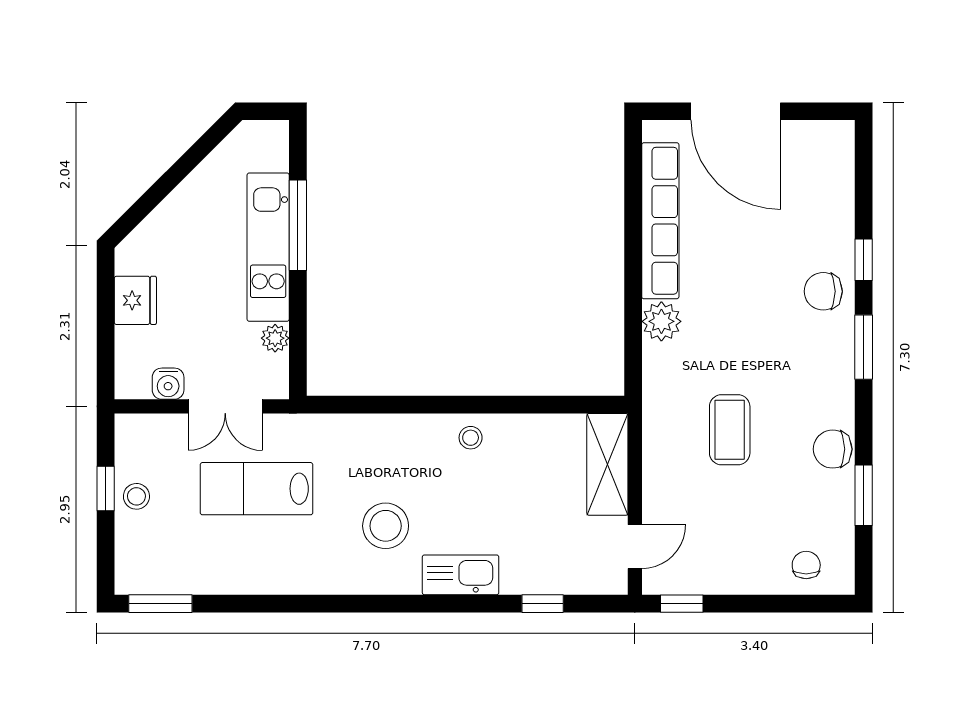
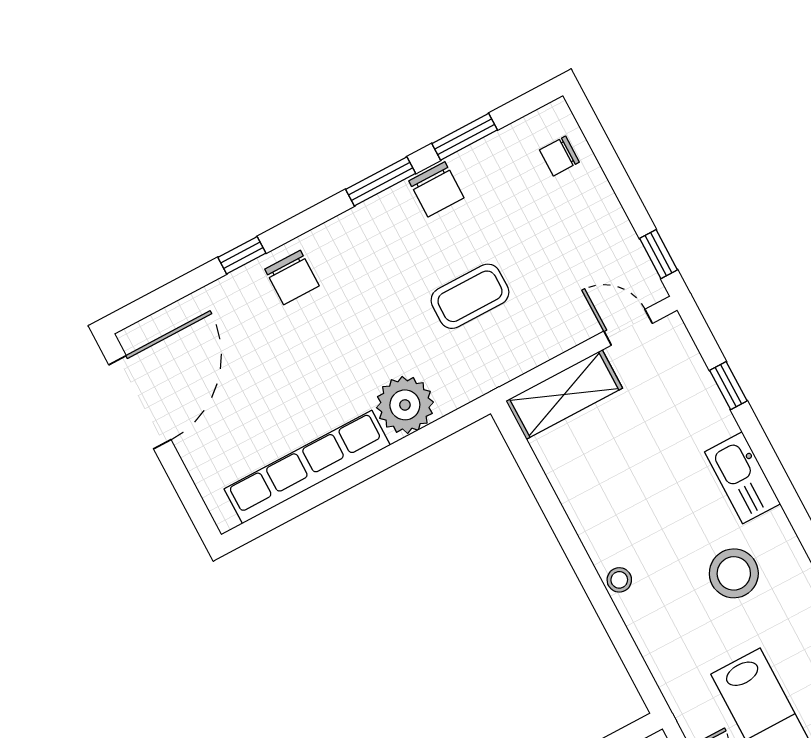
door: (736, 111) -> (140, 402), moved
plant: (661, 321) -> (405, 405), width x1.36, depth x1.36
window: (864, 347) -> (381, 181), moved
stool: (471, 438) -> (619, 580), moved

